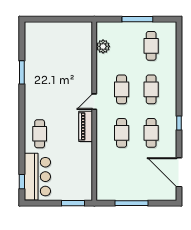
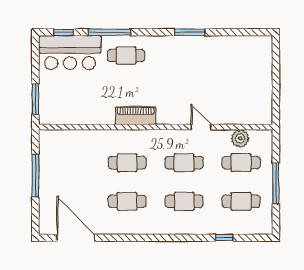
cafe table: (122, 46) -> (241, 163), added
window: (22, 72) -> (190, 32), moved
door: (94, 102) -> (201, 127), moved
window: (179, 123) -> (224, 238), moved
window: (22, 146) -> (109, 32), added
door: (179, 172) -> (76, 238), hinge flipped

